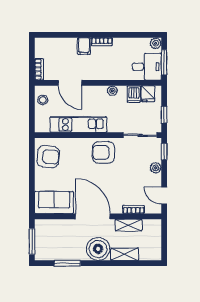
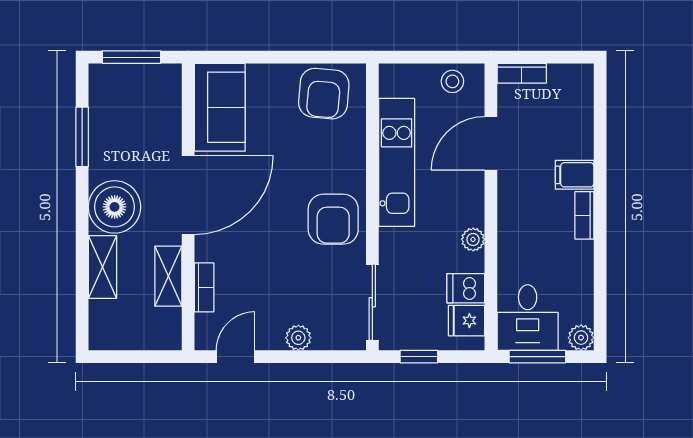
armchair: (103, 152) -> (333, 219), turned 180
window: (164, 152) -> (335, 357), removed

